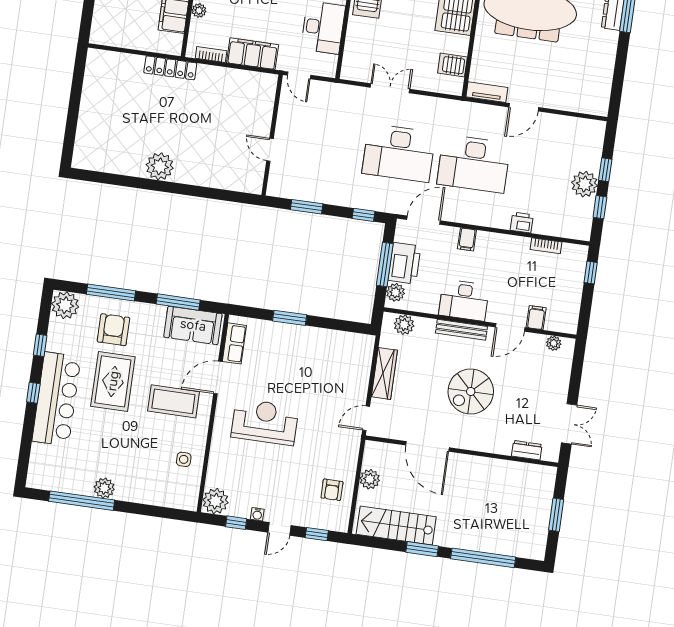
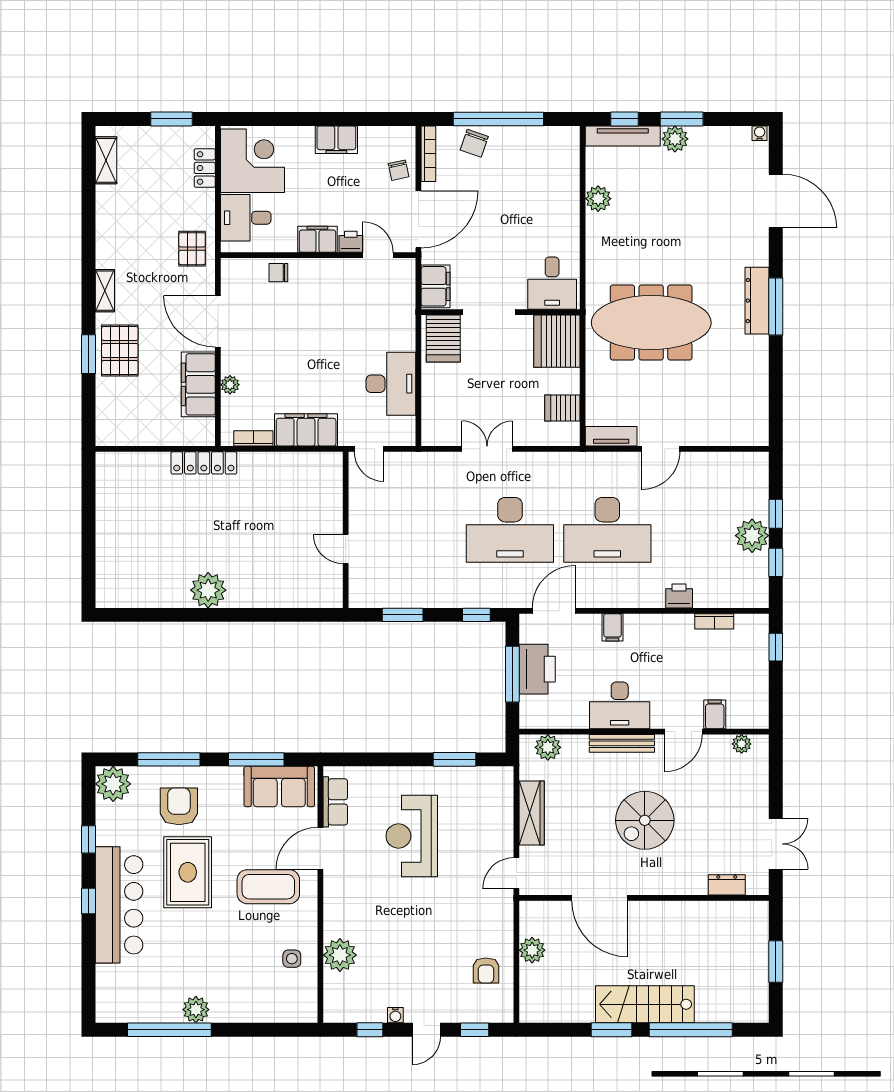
plant: (395, 292) -> (531, 708), removed
window: (290, 318) -> (455, 759), moved
reception desk: (265, 422) -> (412, 836), moved, turned -90
plant: (215, 501) -> (340, 955), moved
stairs: (396, 525) -> (645, 1004), moved

